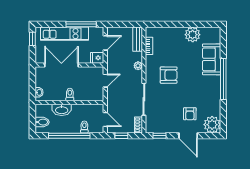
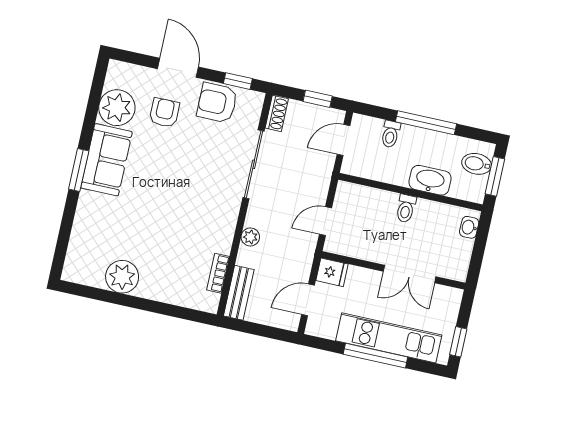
window: (81, 24) -> (375, 356), moved
sofa: (212, 59) -> (106, 160), moved
double door: (61, 65) -> (410, 274), width x0.73
armchair: (169, 75) -> (217, 103), moved
window: (223, 79) -> (79, 170), width x0.47
window: (32, 118) -> (495, 176), added
door: (105, 119) -> (343, 140), hinge flipped
plant: (212, 125) -> (117, 108), moved
window: (69, 136) -> (426, 123), width x0.68

